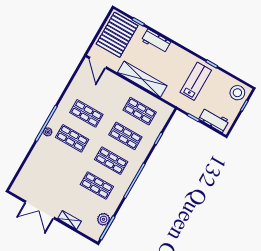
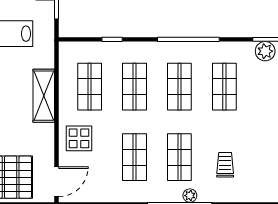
shelving: (142, 79) -> (44, 96), width x0.68
display table: (114, 89) -> (79, 138), added
trolley: (54, 161) -> (225, 165), added

